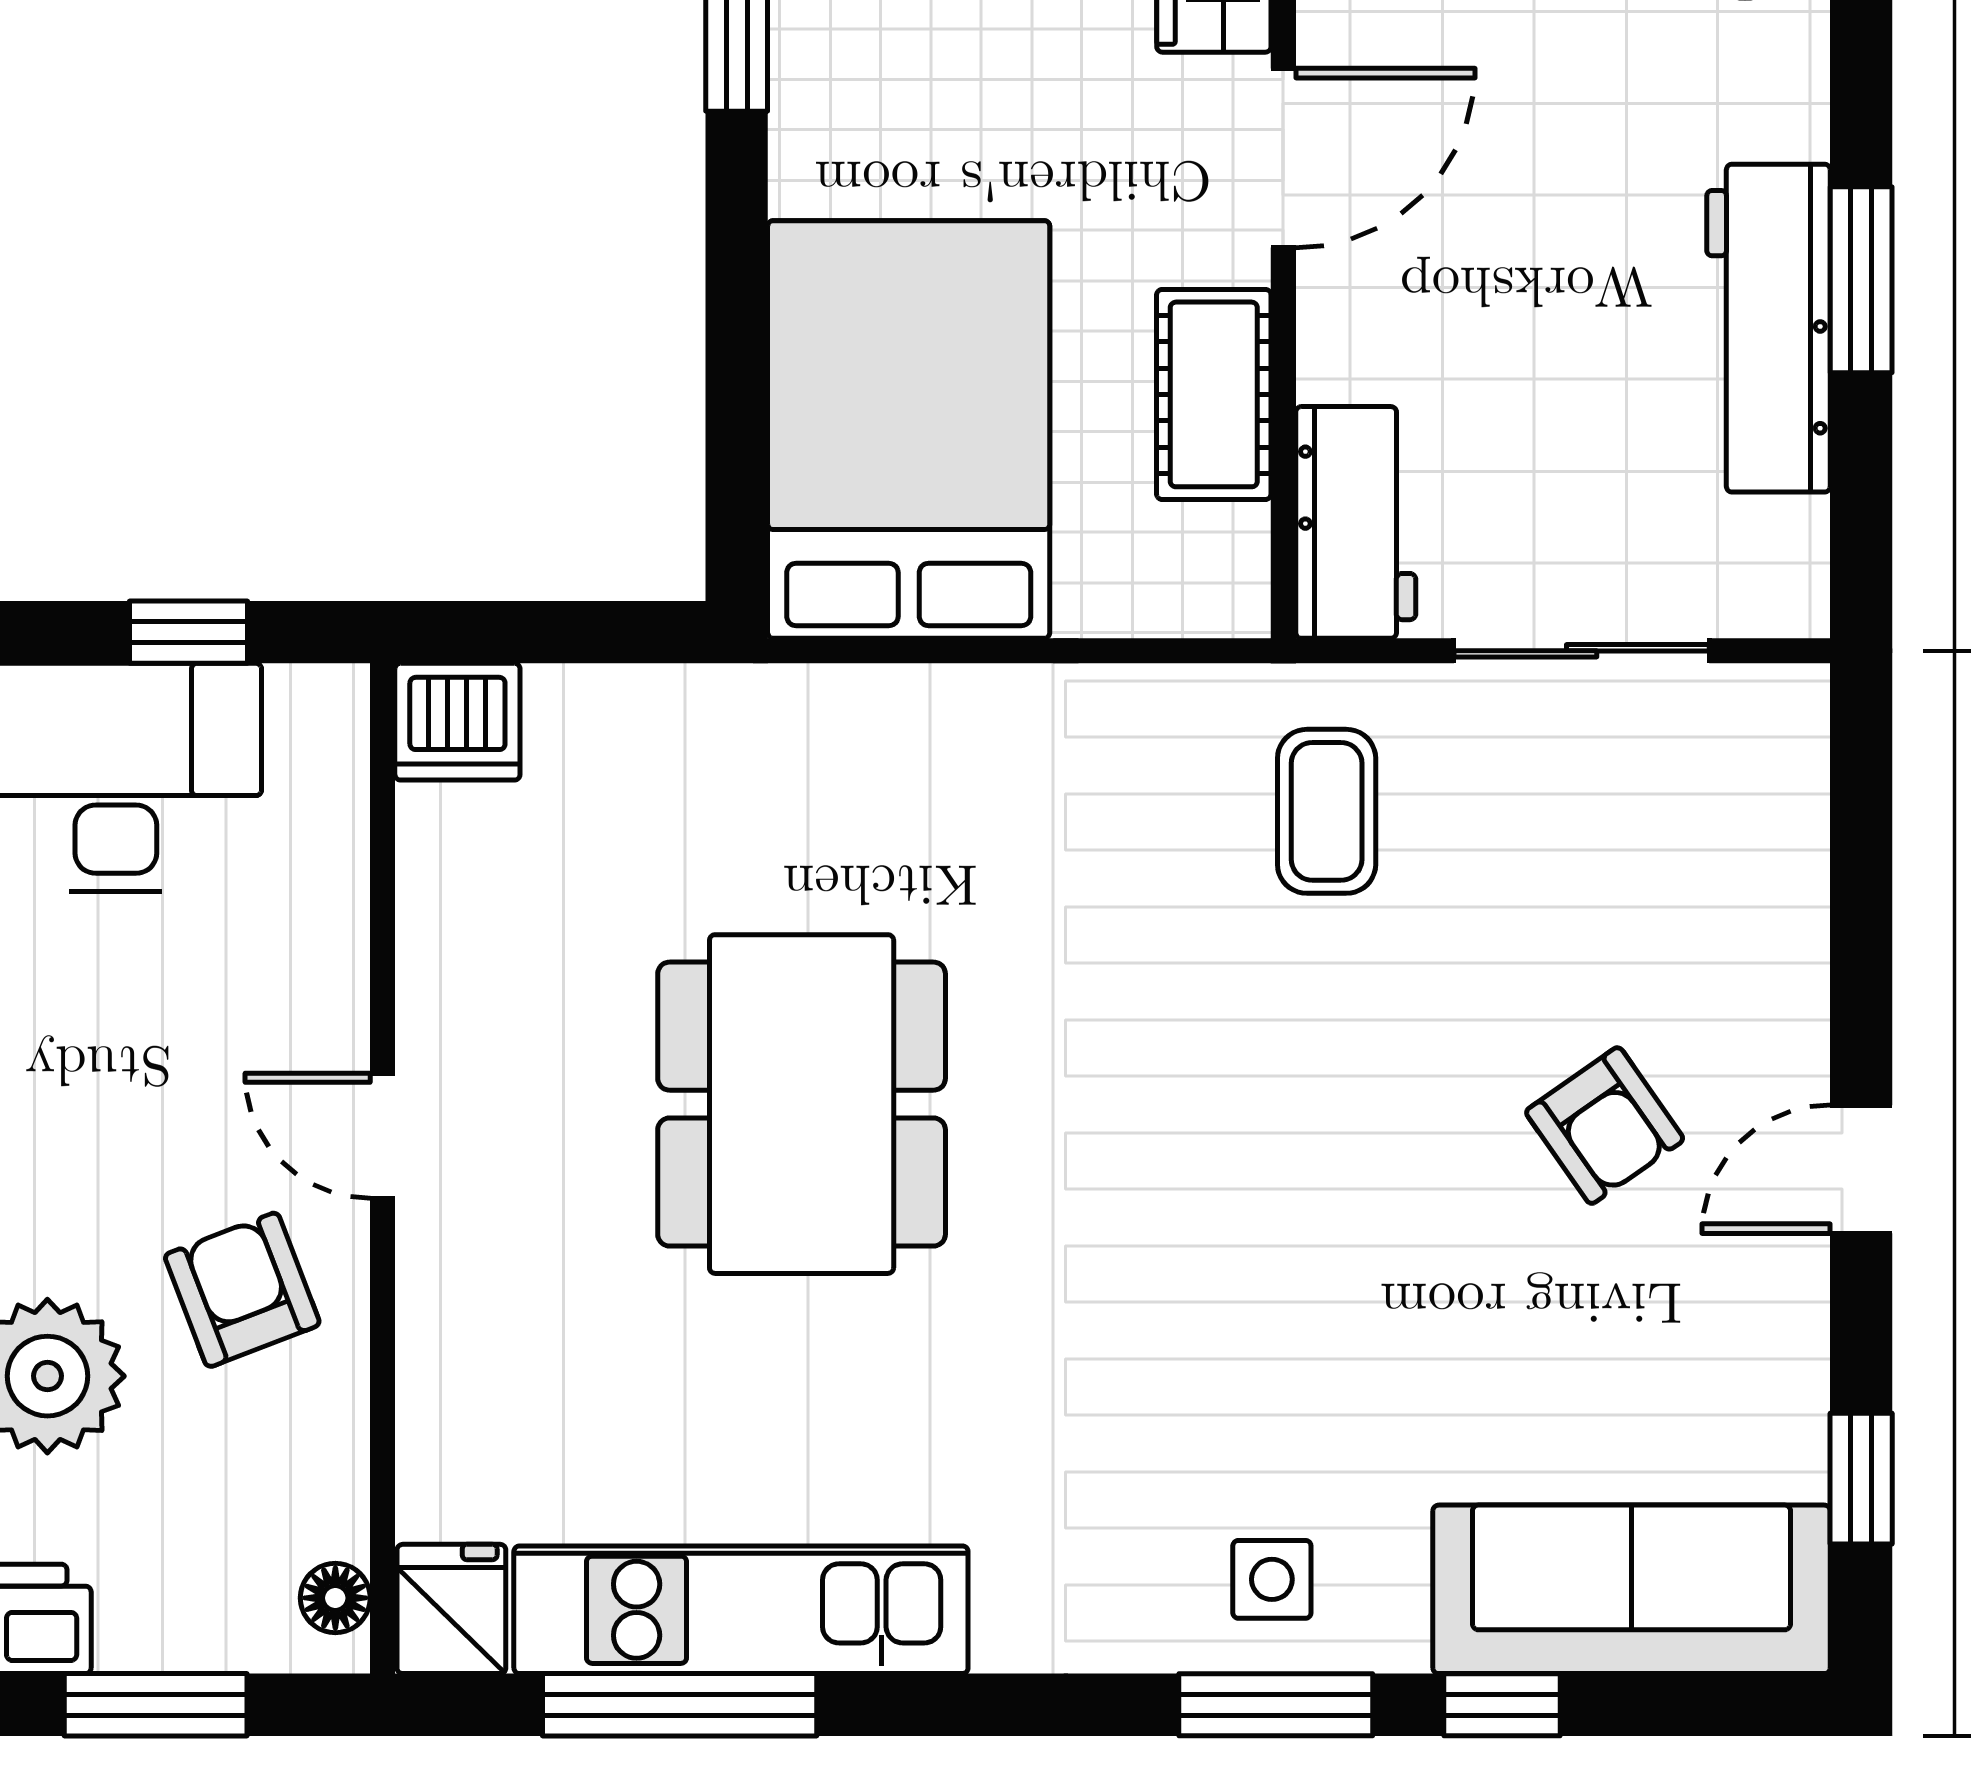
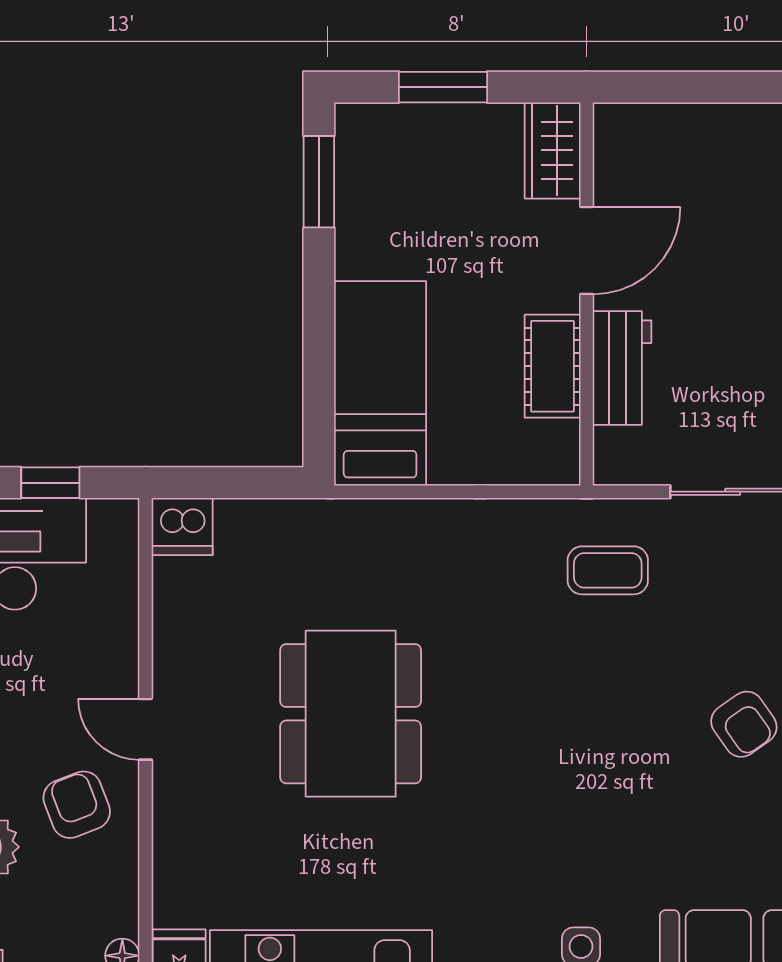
bed: (909, 429) -> (380, 383), width x0.67
workbench: (1356, 522) -> (622, 368), moved
coffee table: (1327, 811) -> (608, 570), turned 90

